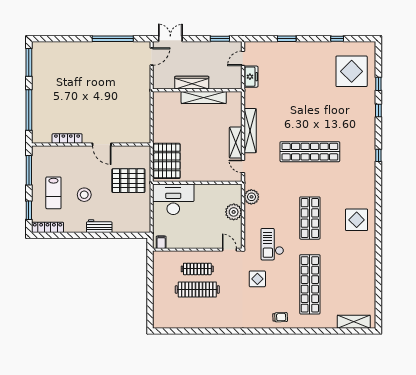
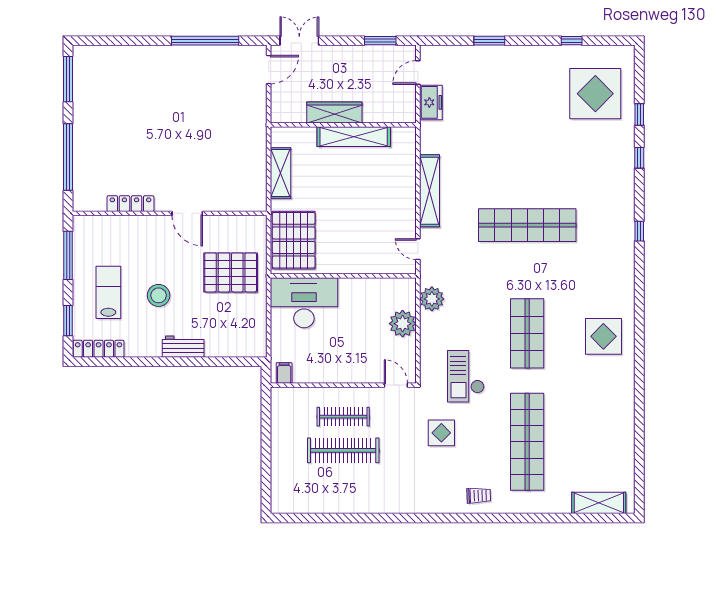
shelving: (236, 143) -> (280, 173), moved
lab bench: (53, 193) -> (108, 292), turned 180

